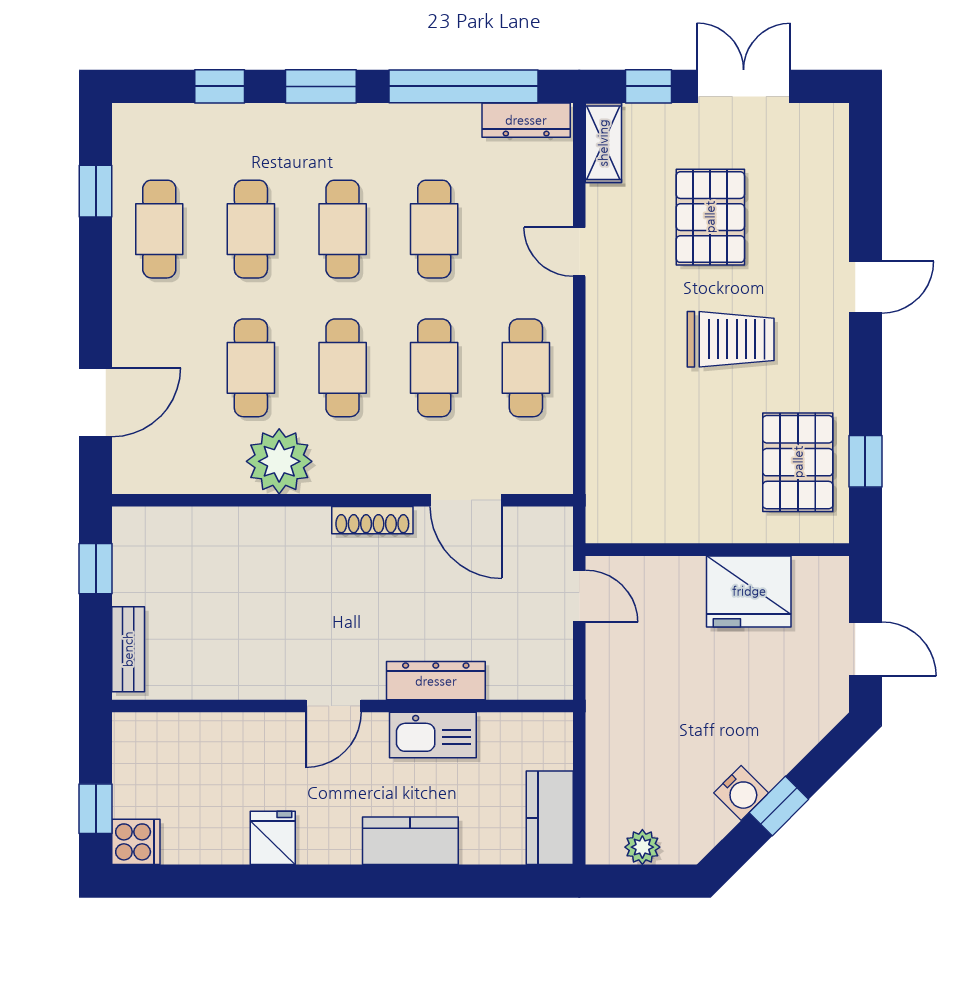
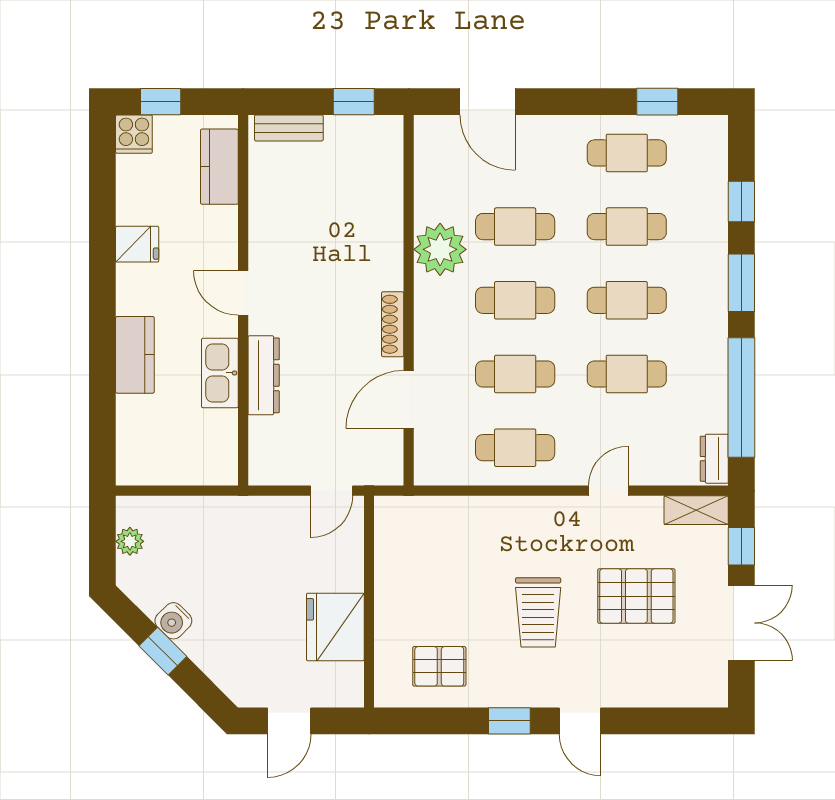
dresser: (526, 120) -> (714, 459), width x0.70
window: (865, 461) -> (509, 721), moved
pallet: (798, 462) -> (439, 666), width x0.67, depth x0.71
kitchen counter: (550, 818) -> (219, 167), moved, turned -90

